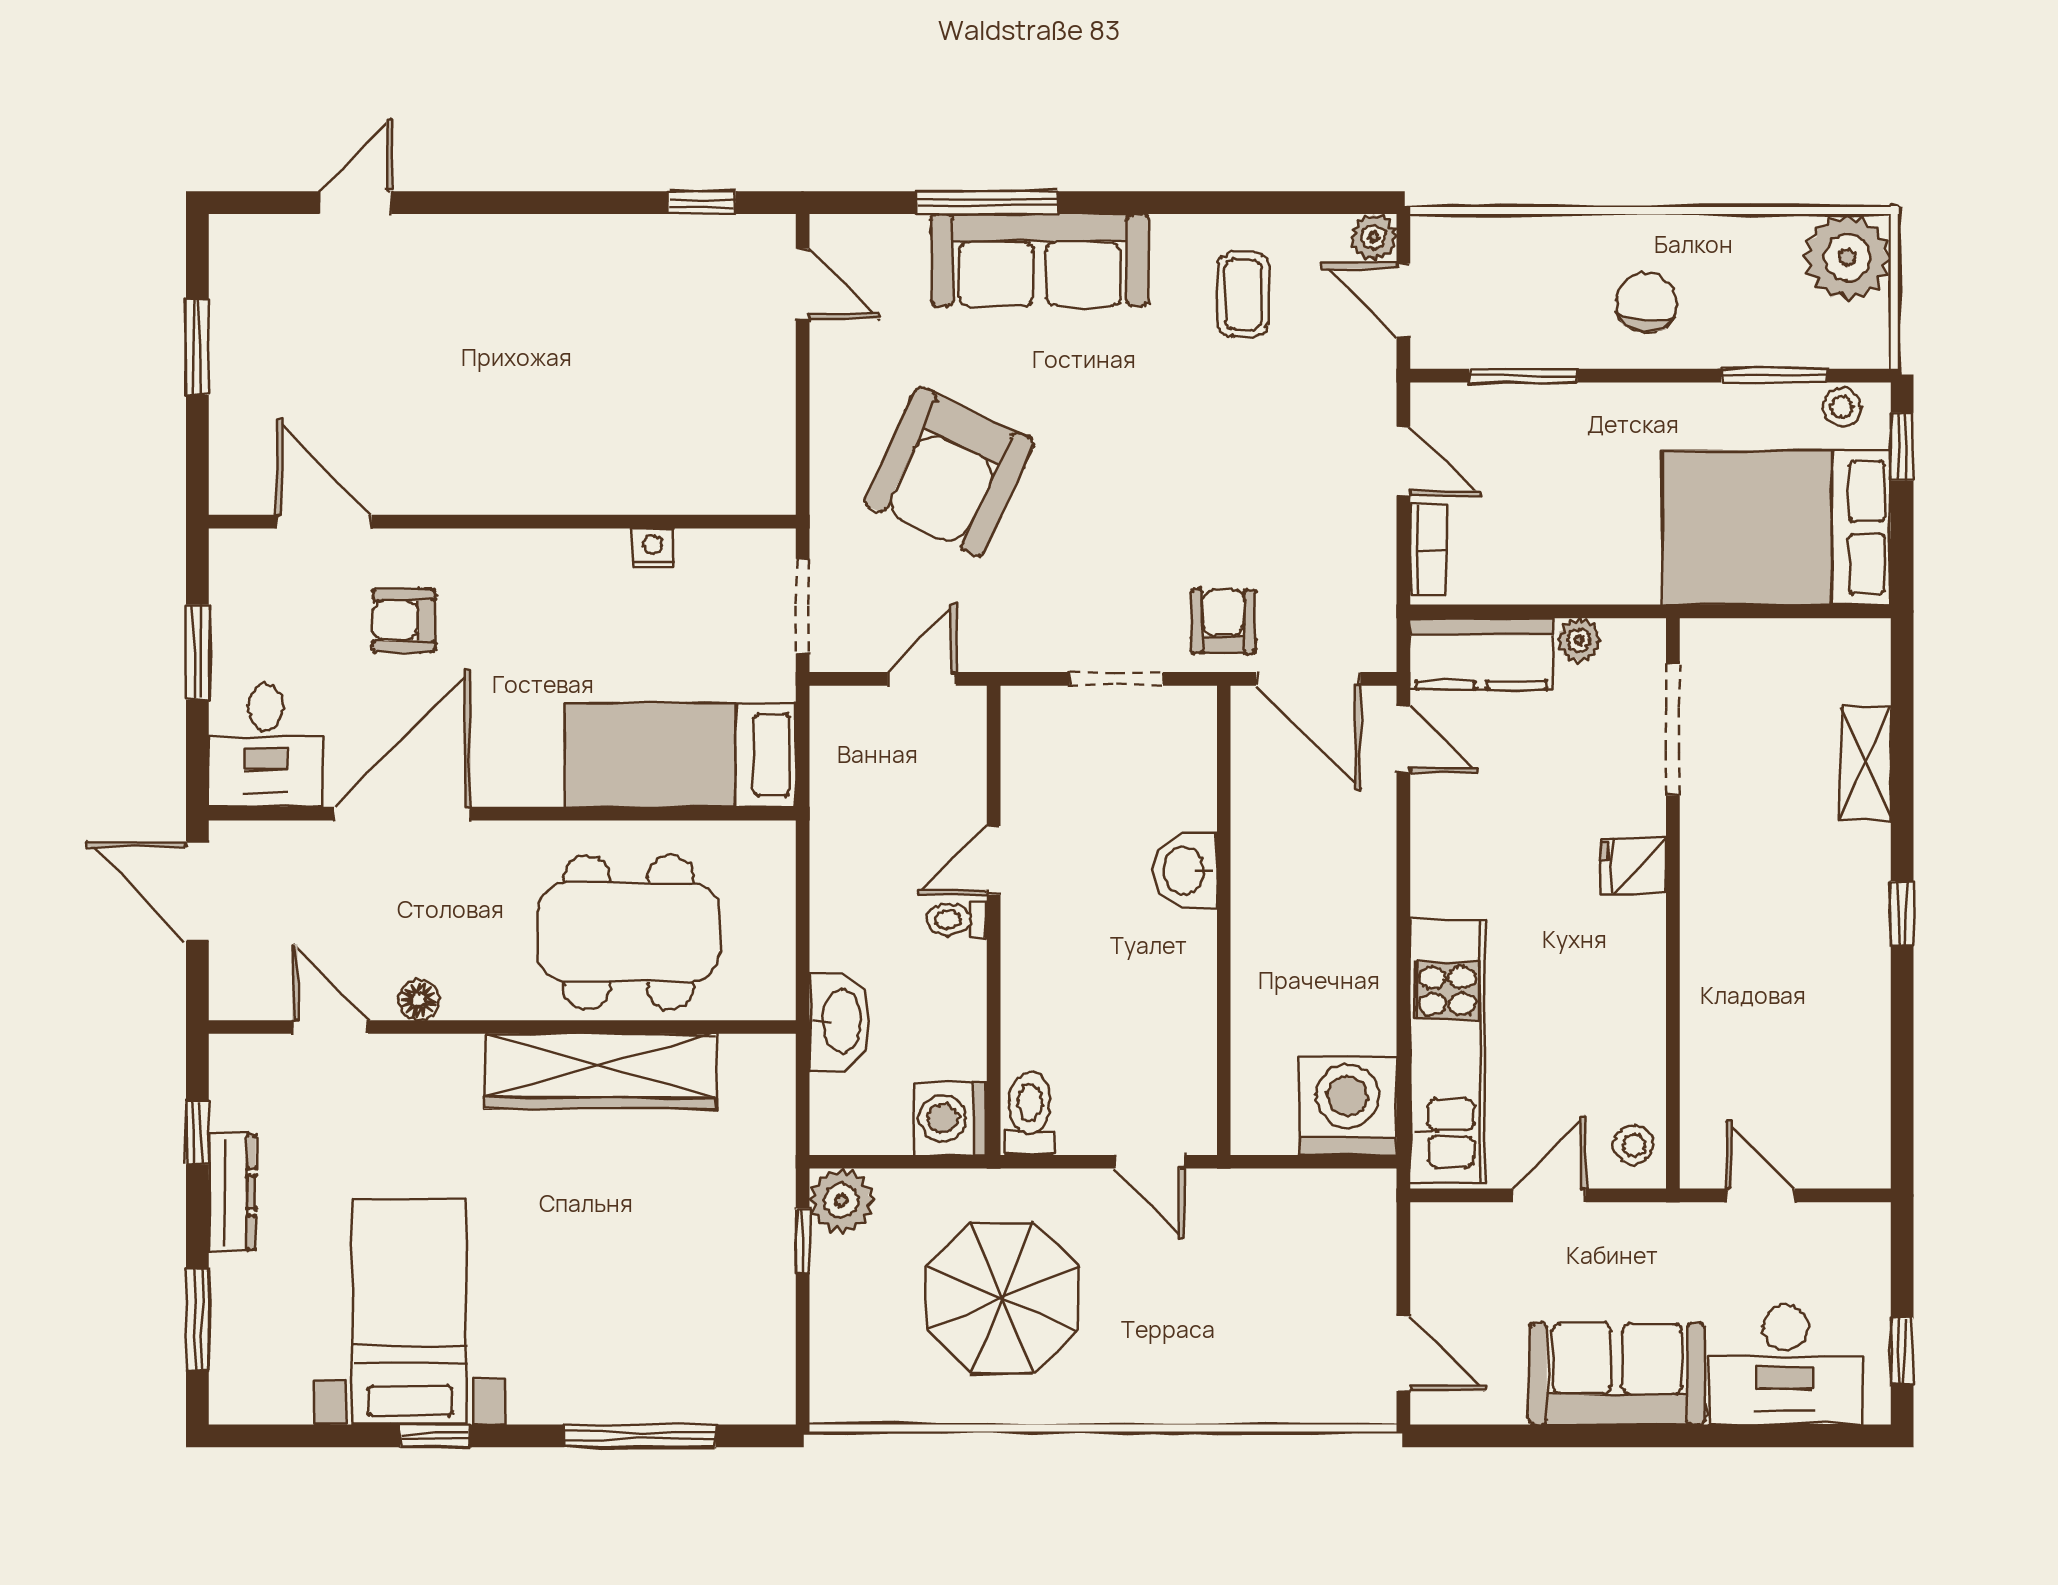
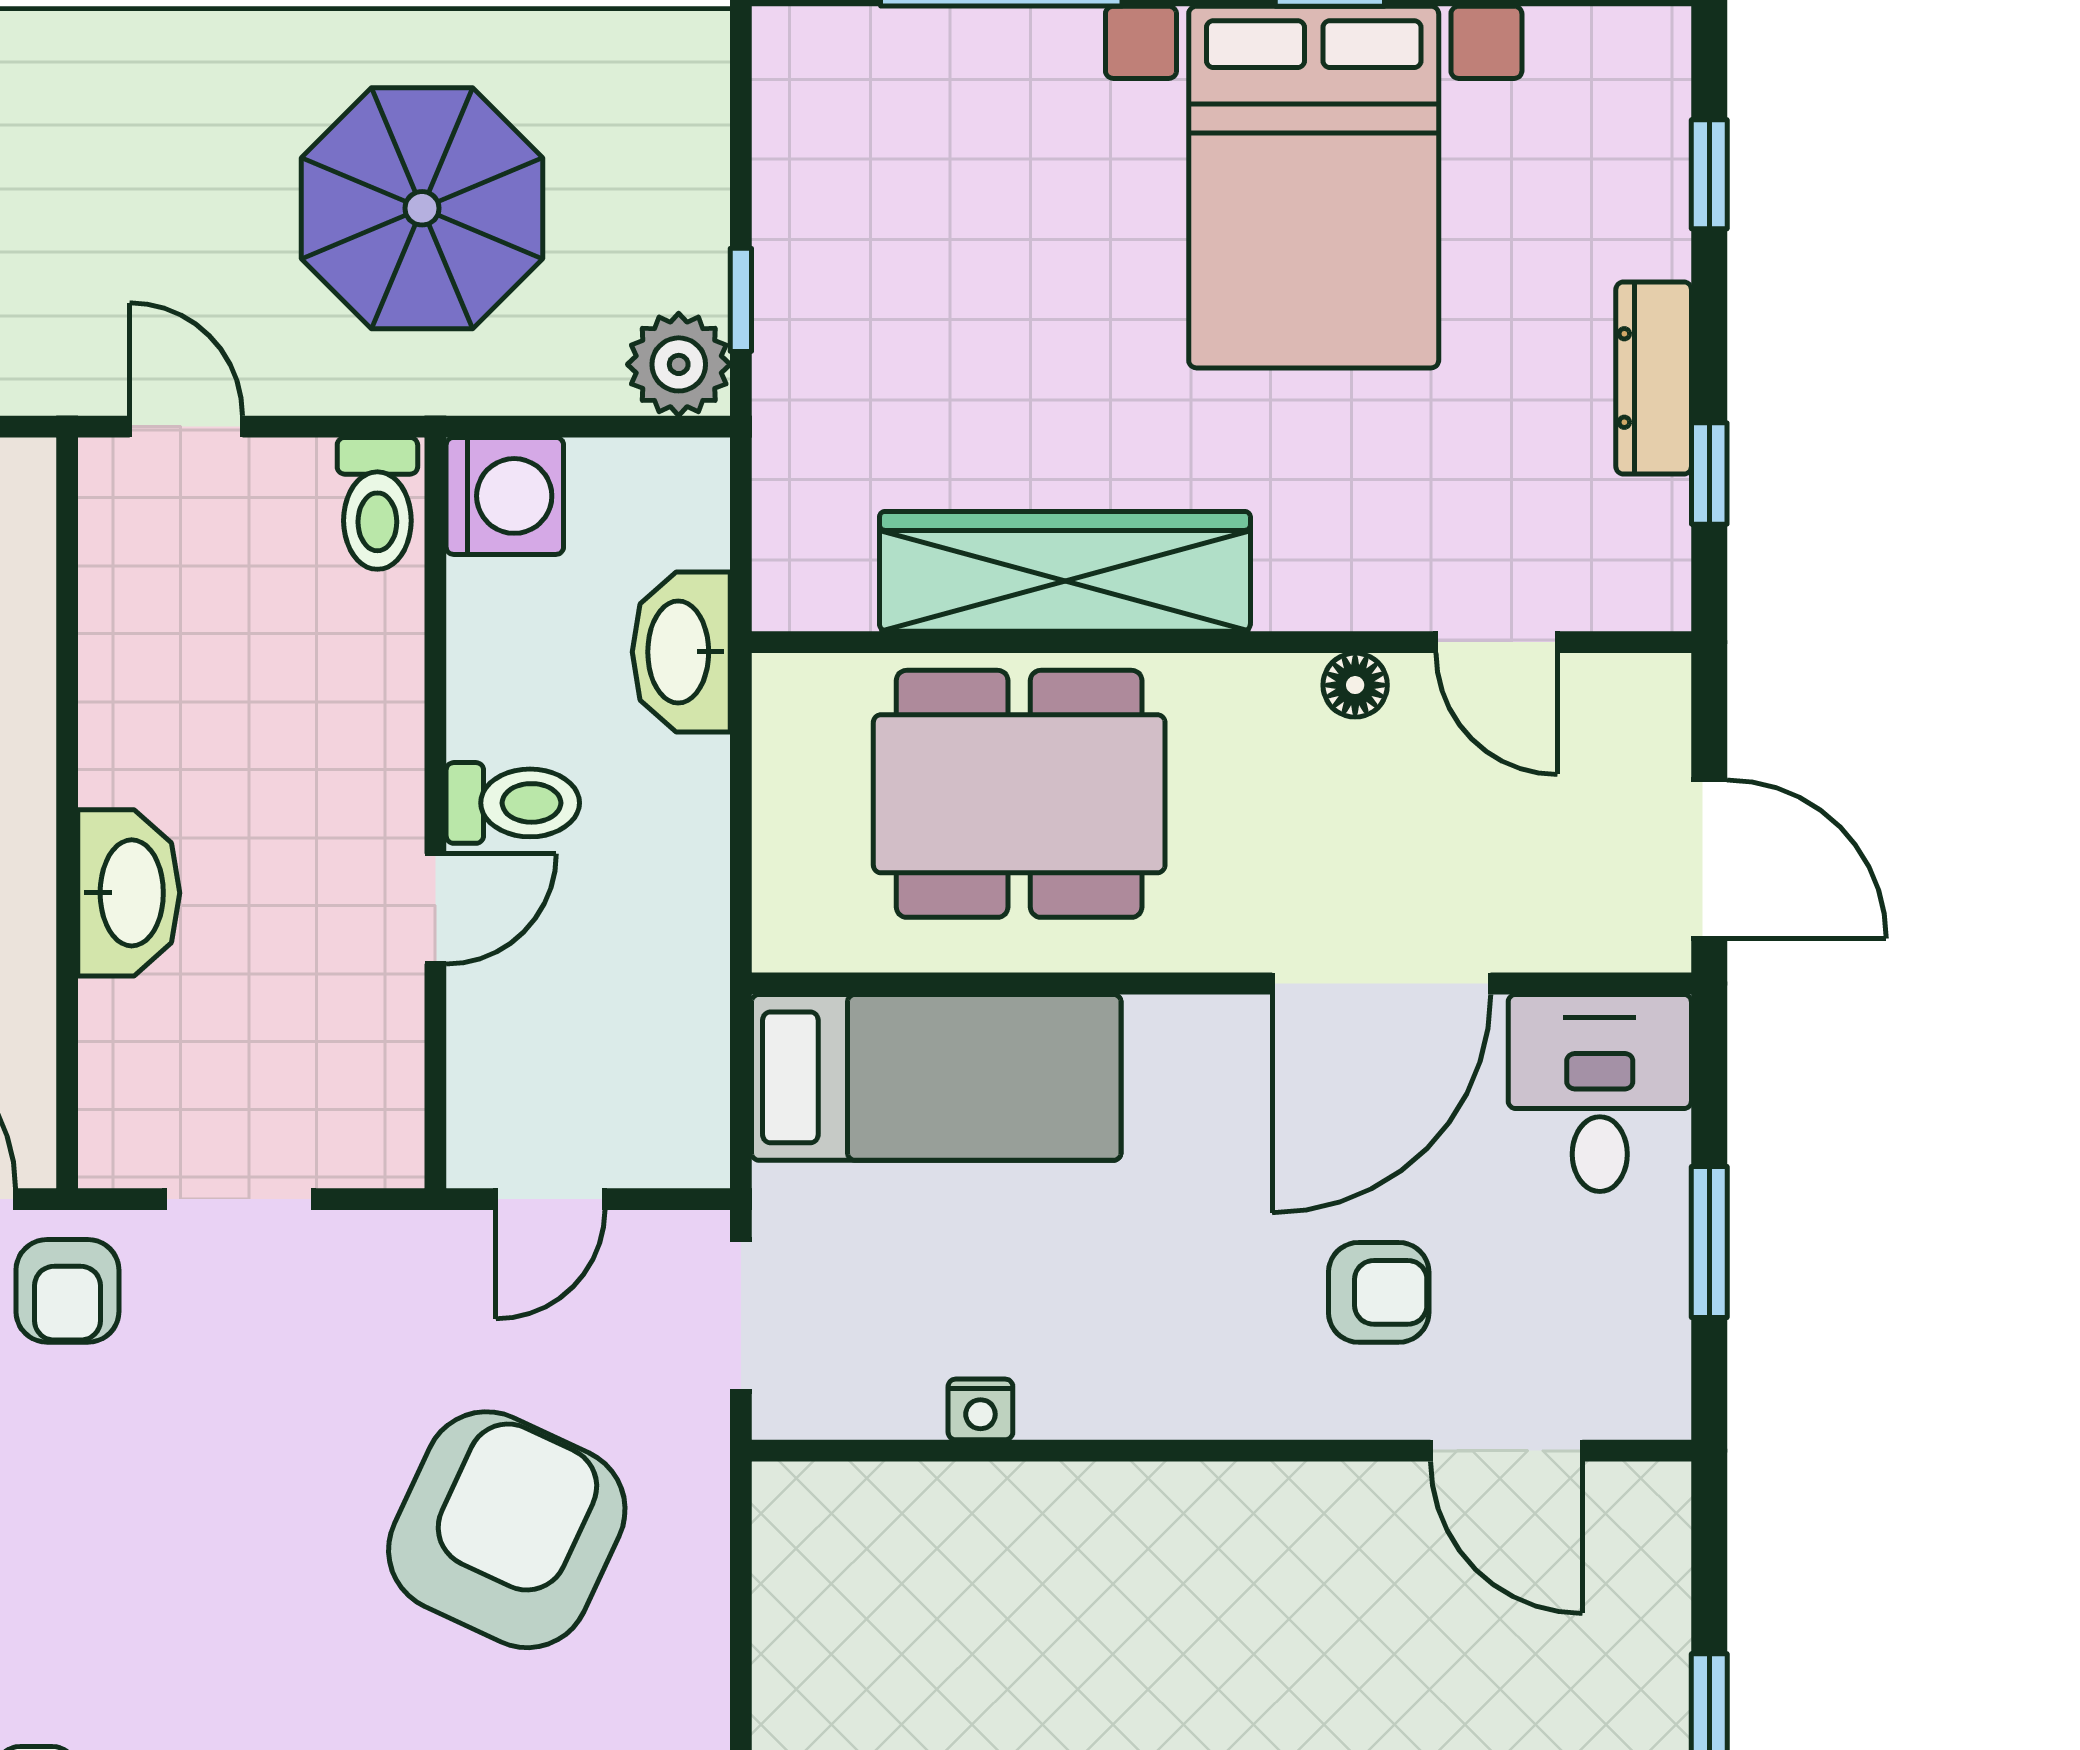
washbasin: (1185, 870) -> (129, 893), width x1.38
toilet: (957, 920) -> (513, 803), width x1.37, depth x1.39
bed with nightstands: (410, 1311) -> (1314, 187), width x1.36
window: (197, 1319) -> (1709, 174), width x0.67

